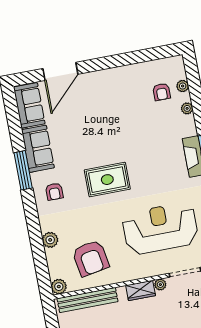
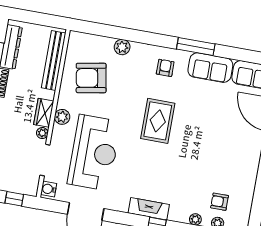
armchair: (54, 192) -> (165, 68), turned 90
plant: (59, 287) -> (62, 117), moved

